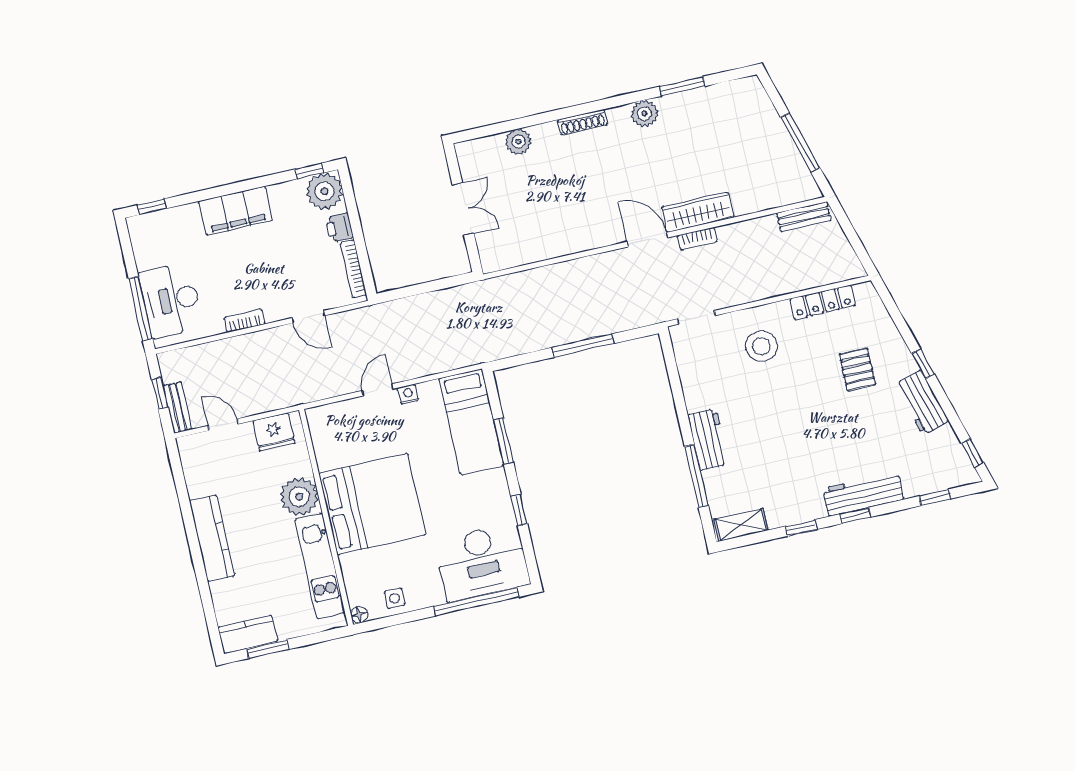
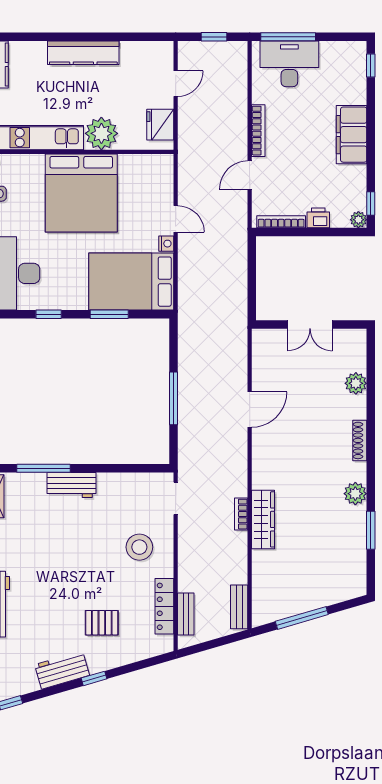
plant: (325, 191) -> (358, 220), width x0.53, depth x0.53
door: (648, 240) -> (250, 410), moved
bookcase: (245, 321) -> (258, 131), width x1.56
bench: (178, 407) -> (186, 614), moved, turned 90
bed: (471, 422) -> (131, 282), width x1.50

